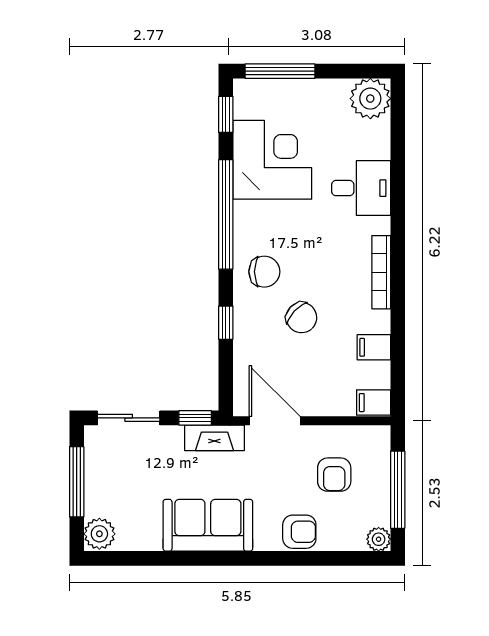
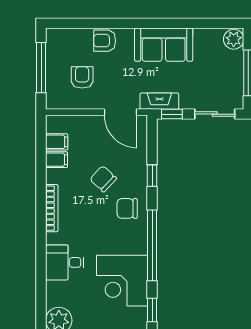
filing cabinet: (374, 403) -> (57, 142), moved
plant: (379, 539) -> (53, 36), removed

